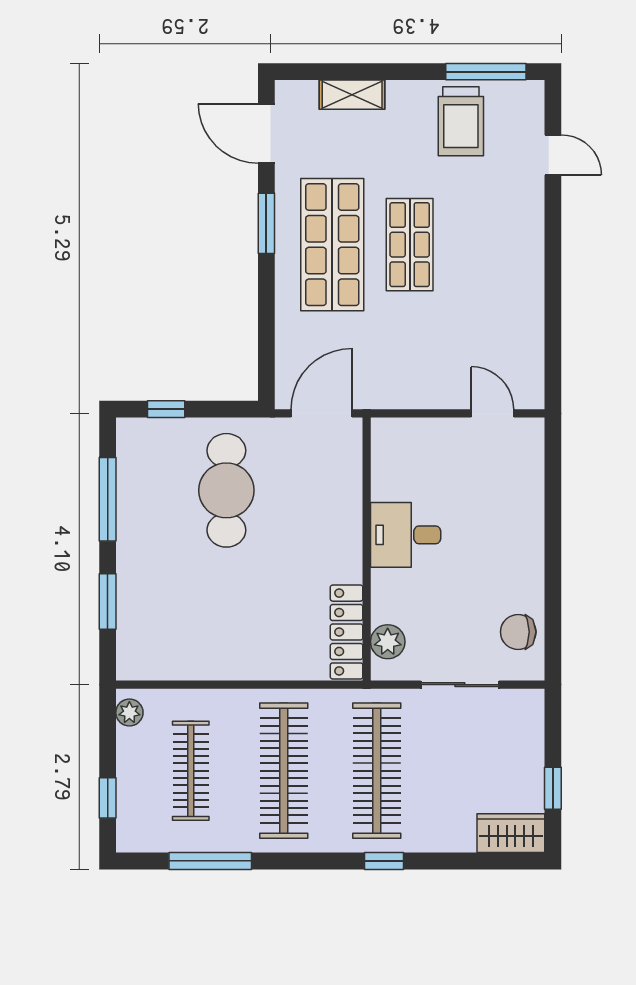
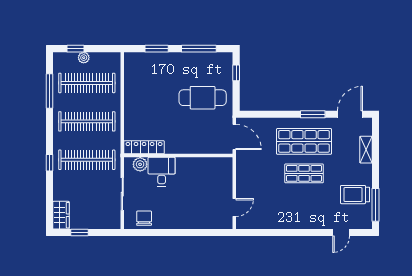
desk: (406, 535) -> (162, 172), moved
plant: (129, 713) -> (84, 58), moved
clothes rail: (191, 771) -> (87, 83), width x1.37, depth x1.31

